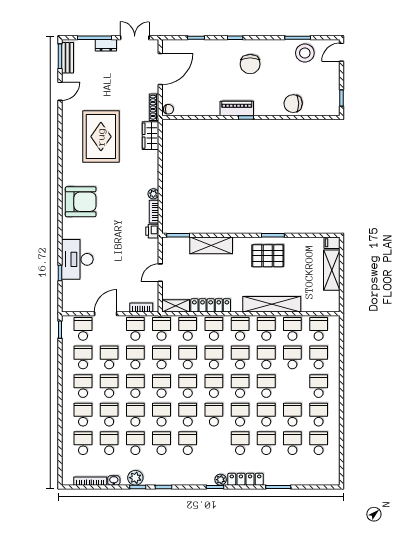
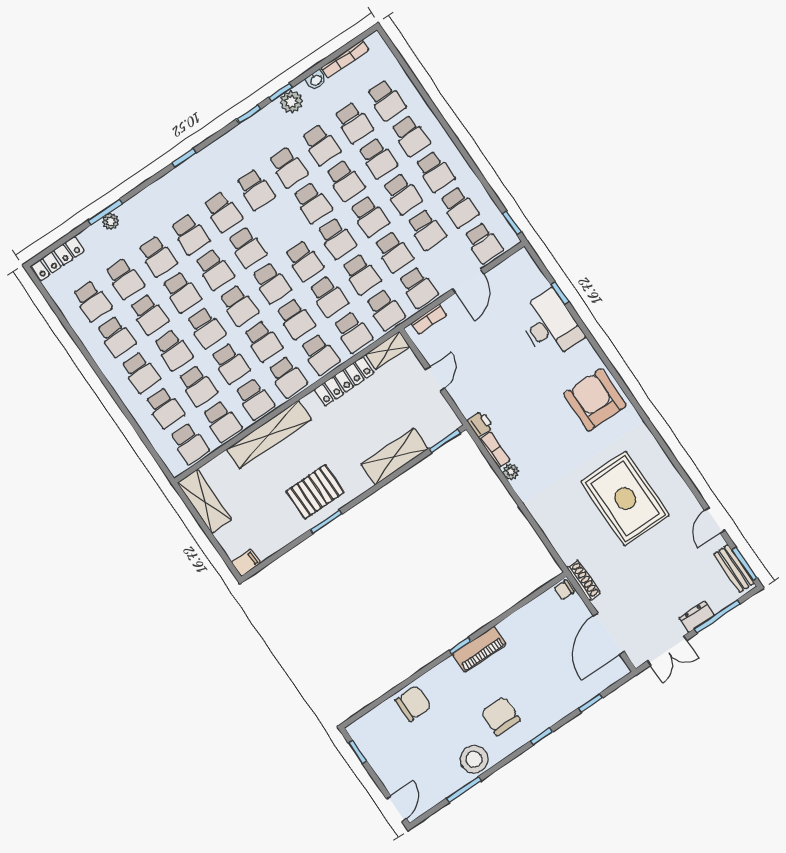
stool: (305, 53) -> (474, 759), moved
wardrobe: (150, 136) -> (564, 542), removed
armchair: (81, 202) -> (595, 400), turned 90
shelving: (332, 270) -> (204, 501), moved
school desk: (292, 386) -> (173, 350), added
school desk: (188, 415) -> (223, 212), moved
locker: (245, 479) -> (57, 258), moved
plant: (221, 480) -> (111, 221), moved

